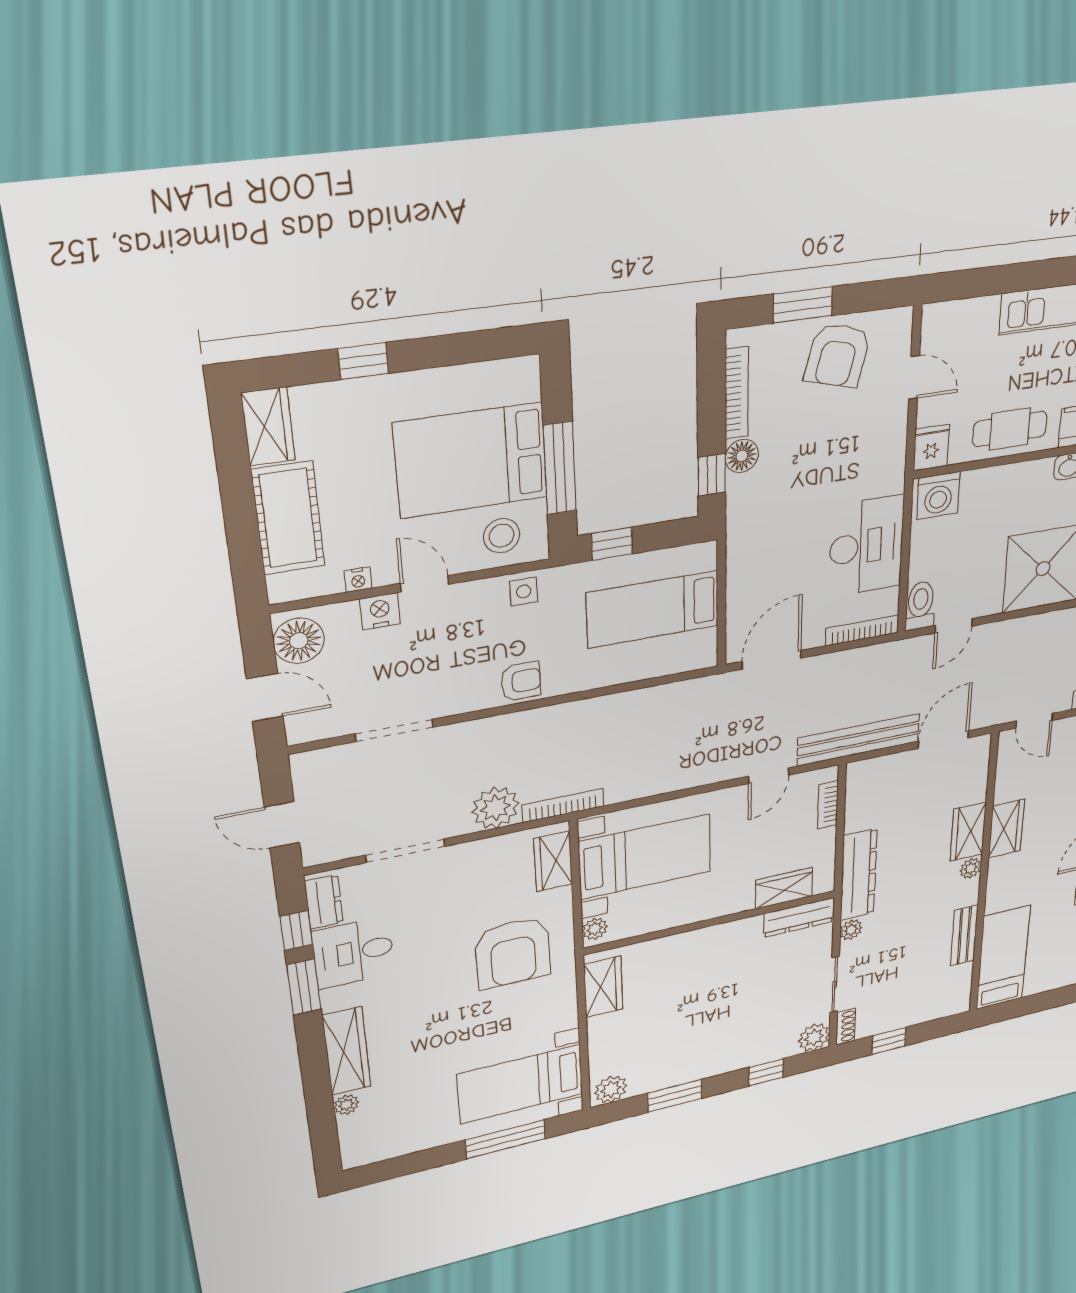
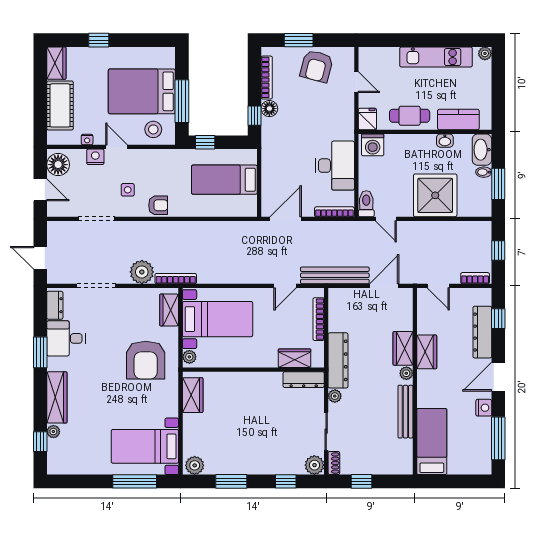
side table: (524, 591) -> (128, 190), moved
door: (954, 626) -> (386, 219), hinge flipped
bookcase: (828, 805) -> (319, 319), width x1.56
window: (296, 930) -> (40, 442), moved
bench: (964, 935) -> (405, 412), width x1.36

